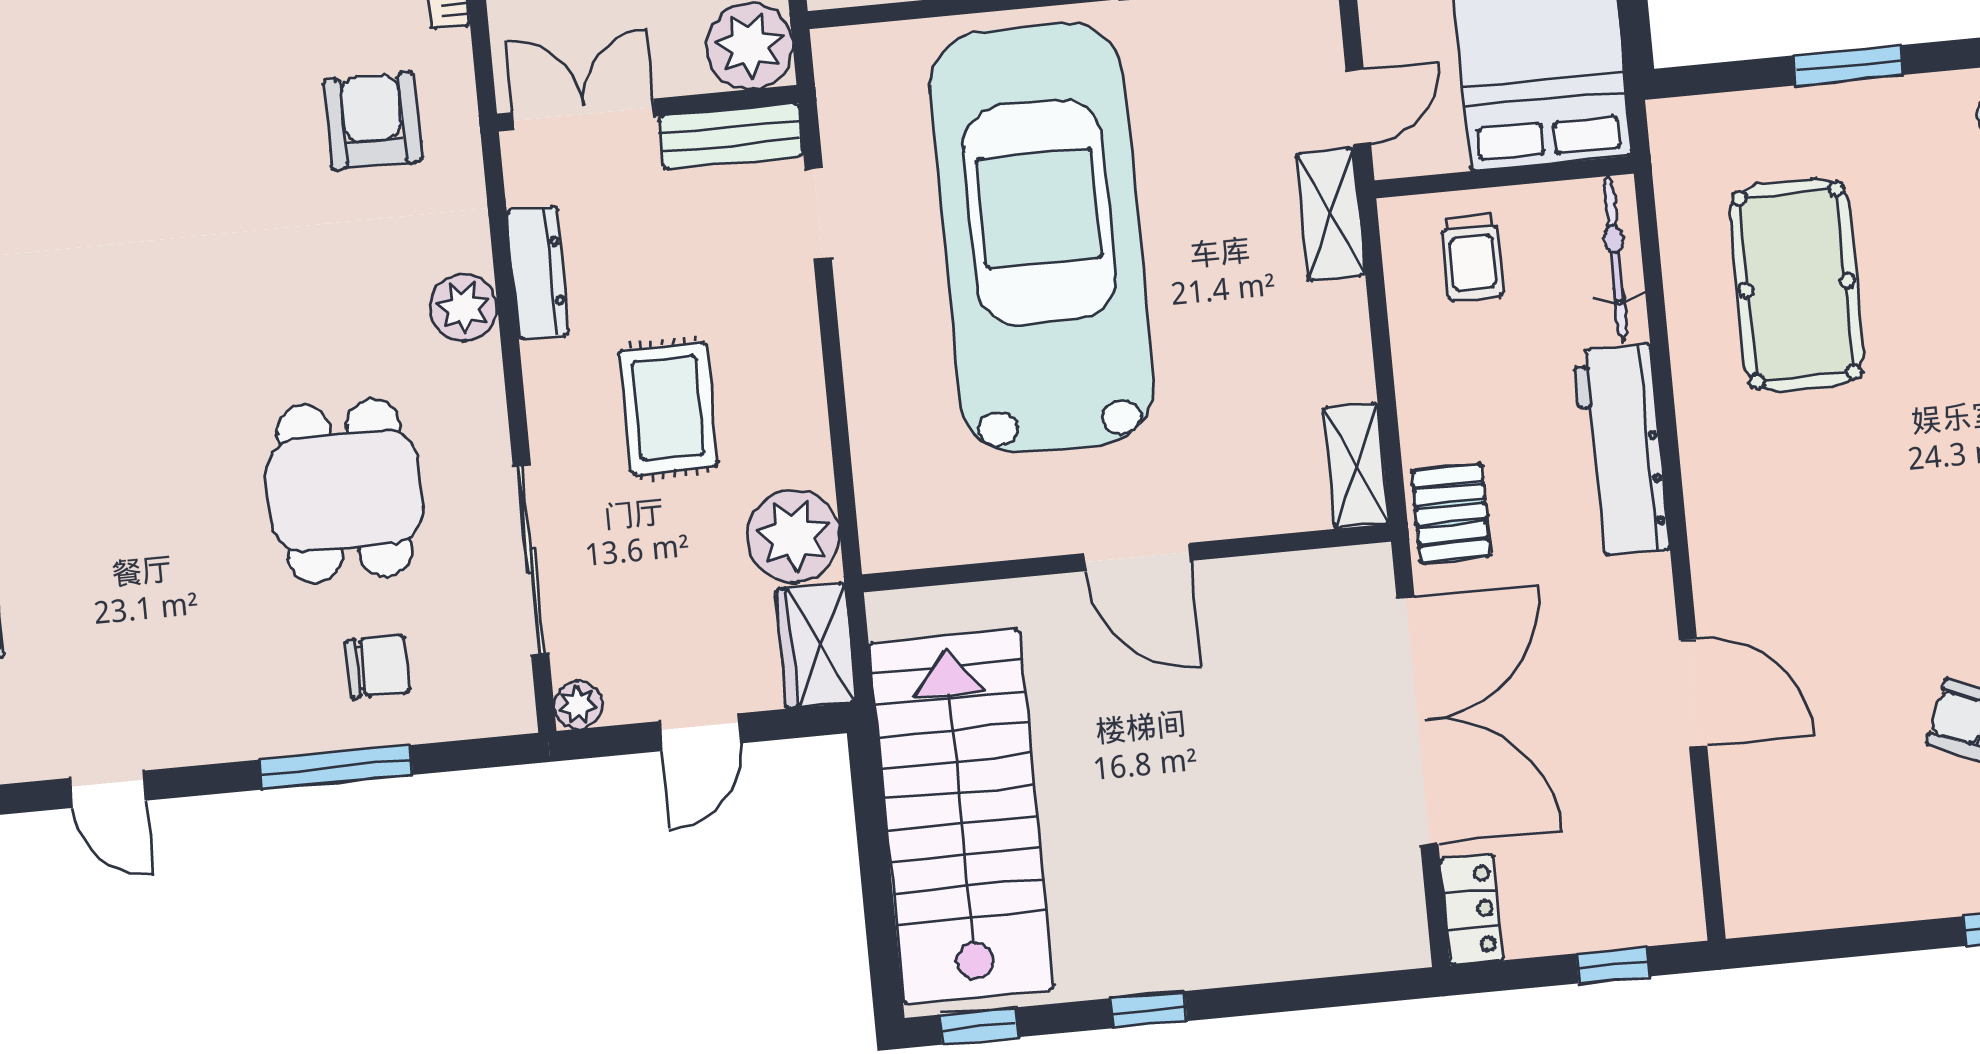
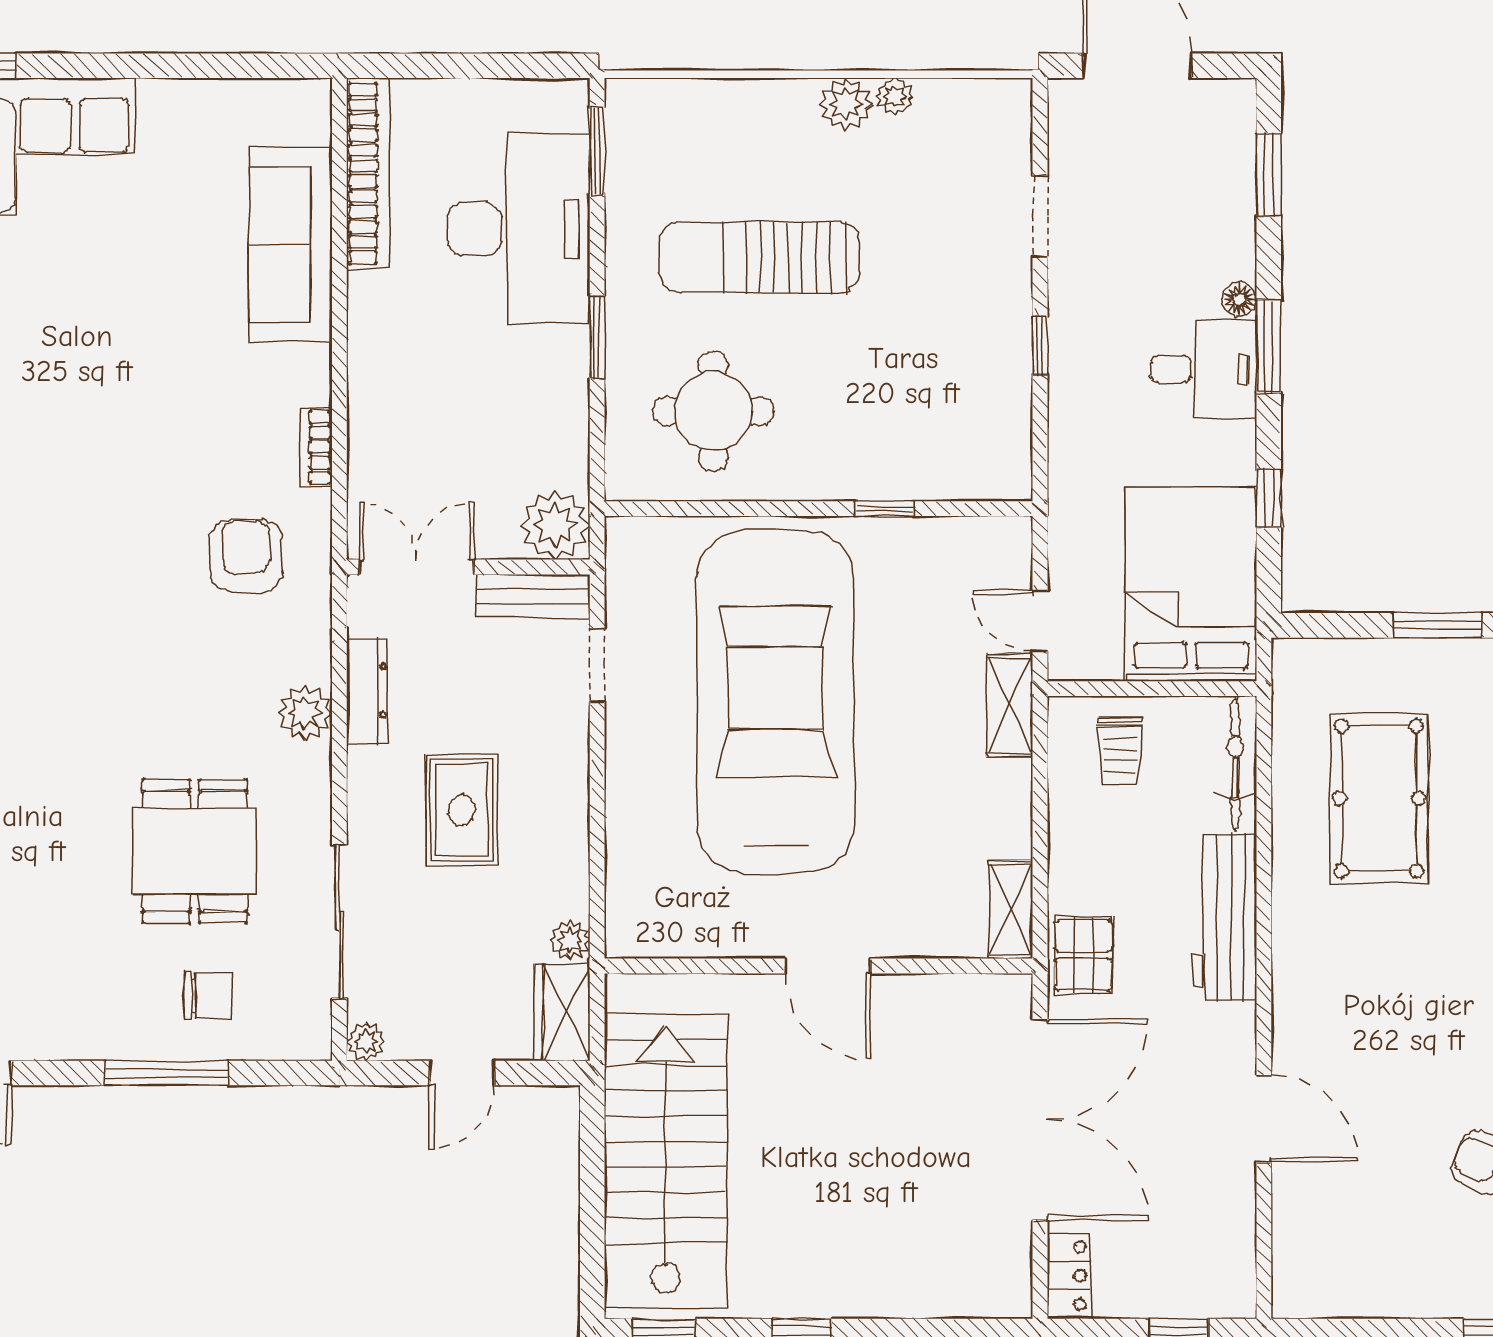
door: (1358, 107) -> (1040, 621), swing flipped
plant: (793, 536) -> (570, 940), width x0.53, depth x0.53

